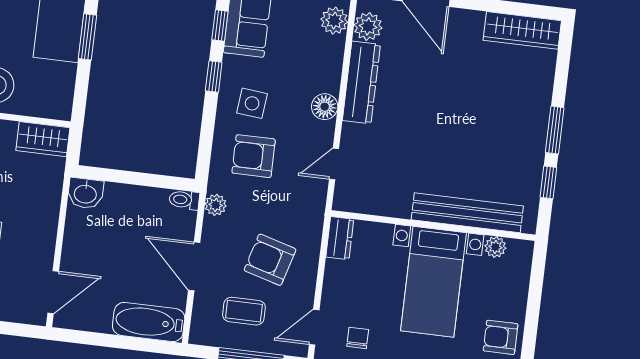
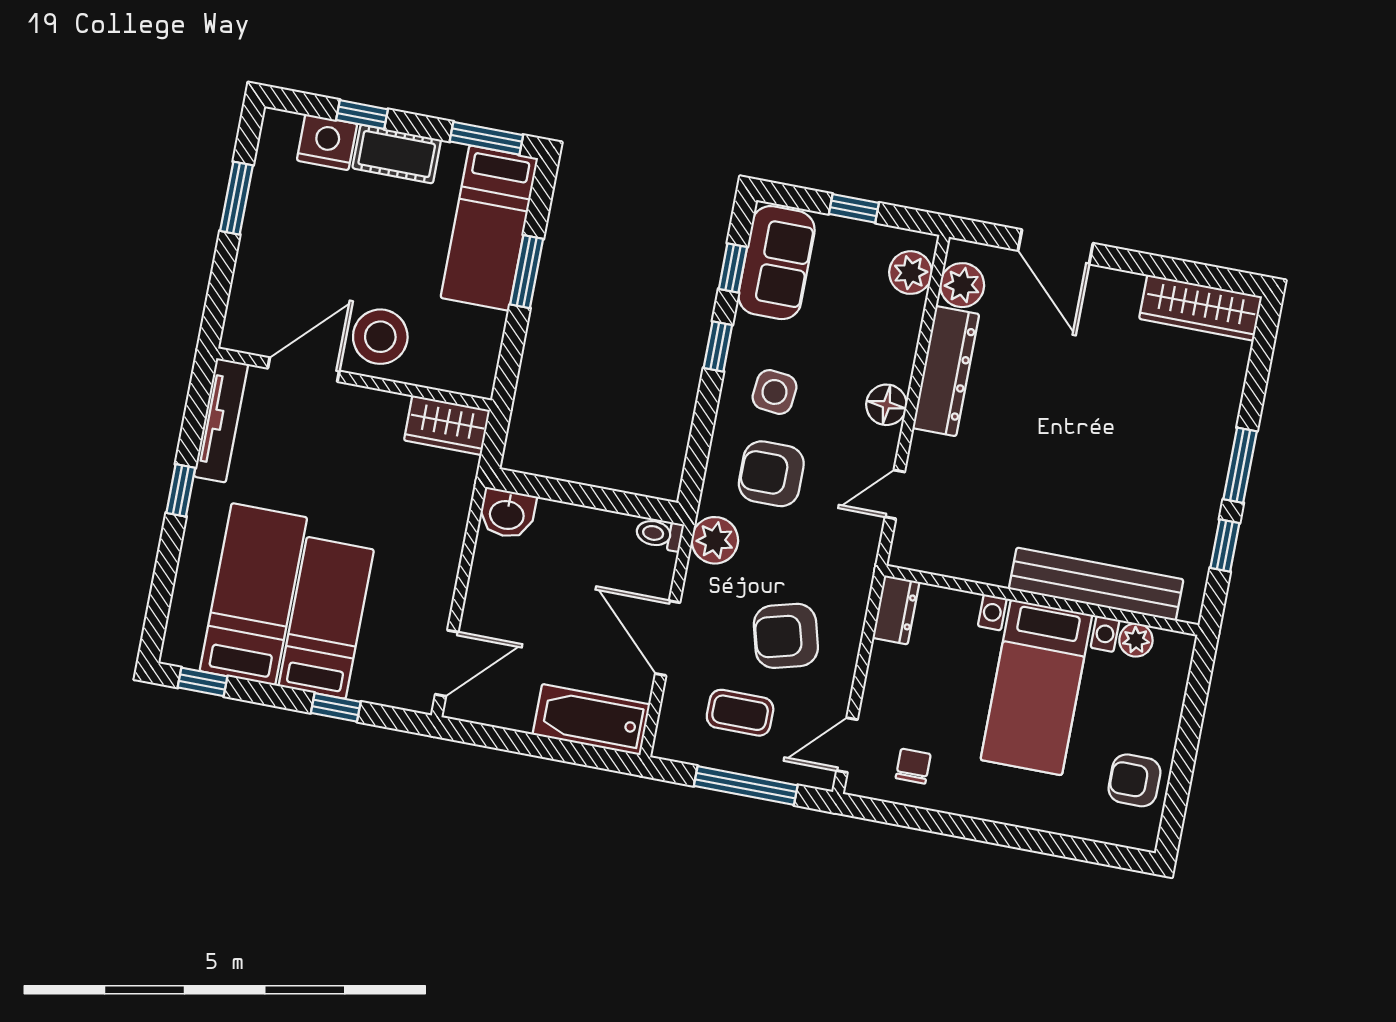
plant: (216, 205) -> (715, 540), width x1.38, depth x1.38
armchair: (270, 260) -> (786, 636), turned -31

